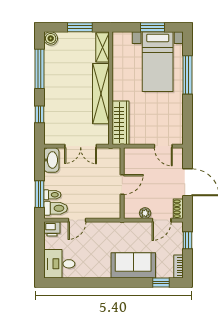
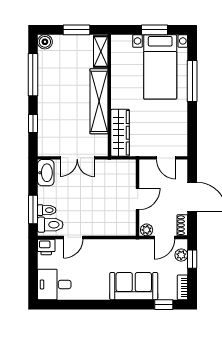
wall: (122, 183) -> (138, 198), moved
door: (122, 184) -> (138, 199), moved
plant: (177, 236) -> (181, 255), added

